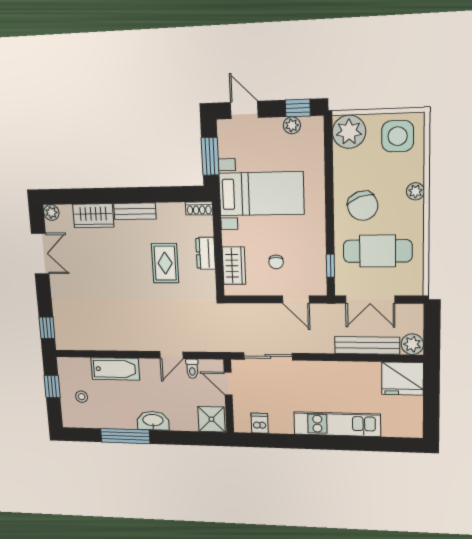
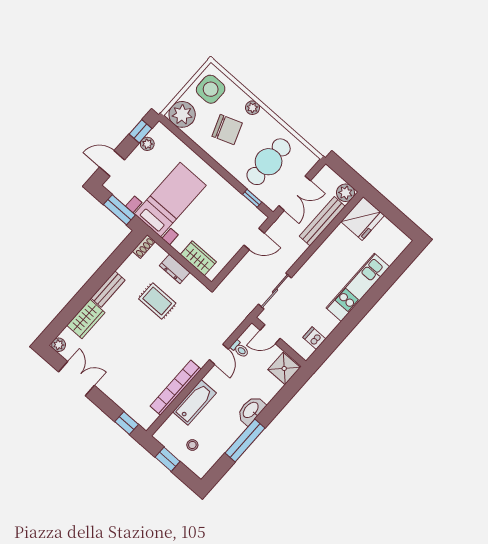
chair: (363, 206) -> (227, 130), moved
chair: (276, 262) -> (220, 230), removed
bookcase: (112, 343) -> (176, 388), added

